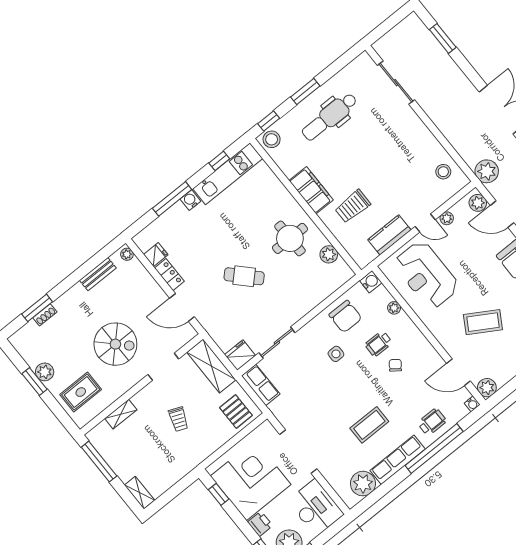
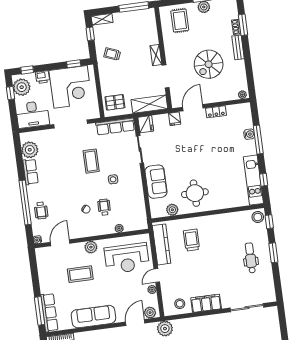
dental chair: (330, 117) -> (251, 258), width x0.73, depth x0.72
filing cabinet: (311, 190) -> (206, 303), moved, turned 180
water cooler: (190, 200) -> (249, 134), moved
kitchen counter: (389, 235) -> (162, 244), width x1.50
fridge: (156, 255) -> (175, 119), moved
bench: (98, 274) -> (238, 47), moved
reception desk: (426, 275) -> (127, 258), turned 180
cafe table: (244, 276) -> (189, 154), removed
water cooler: (371, 282) -> (142, 224), removed
sofa: (305, 297) -> (156, 182), added
chair: (345, 316) -> (131, 198), removed
coffee table: (483, 322) -> (80, 274), turned 59
spiral stairs: (115, 344) -> (209, 64), moved
row of seats: (261, 385) -> (115, 126), width x1.48
plant: (487, 388) -> (91, 247), moved
shelving: (121, 414) -> (156, 55), moved
trolley: (179, 419) -> (112, 54), moved
coffee table: (369, 425) -> (91, 161), moved
row of seats: (398, 460) -> (31, 172), width x0.68
window: (167, 497) -> (90, 34), added

